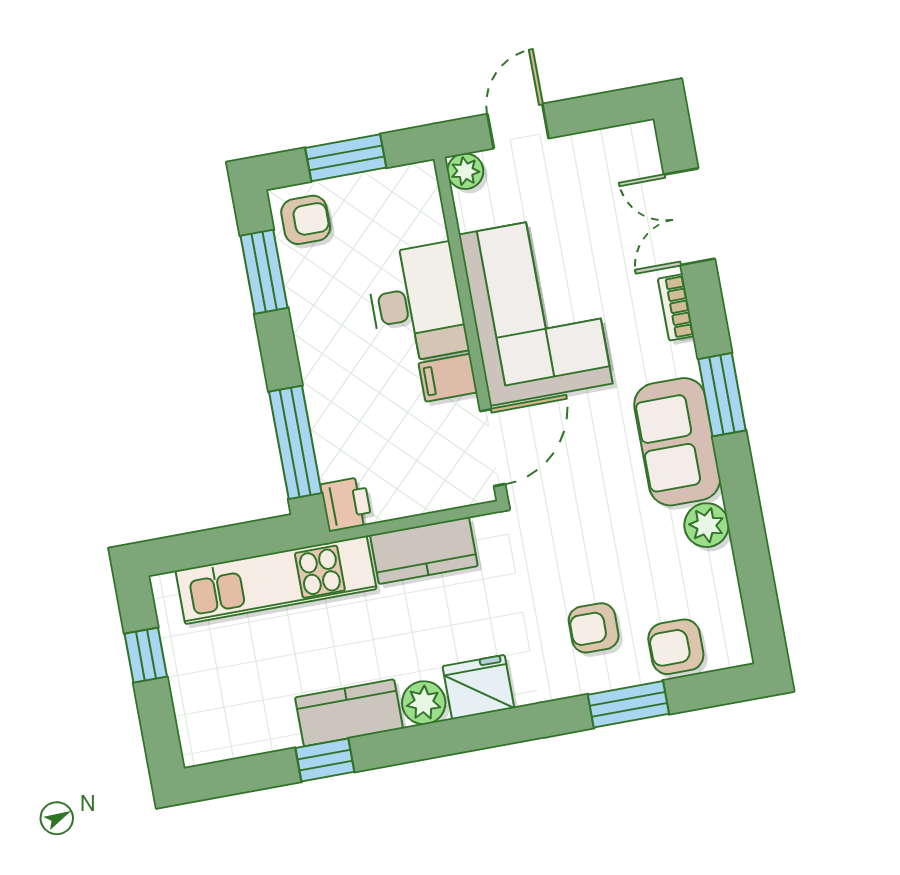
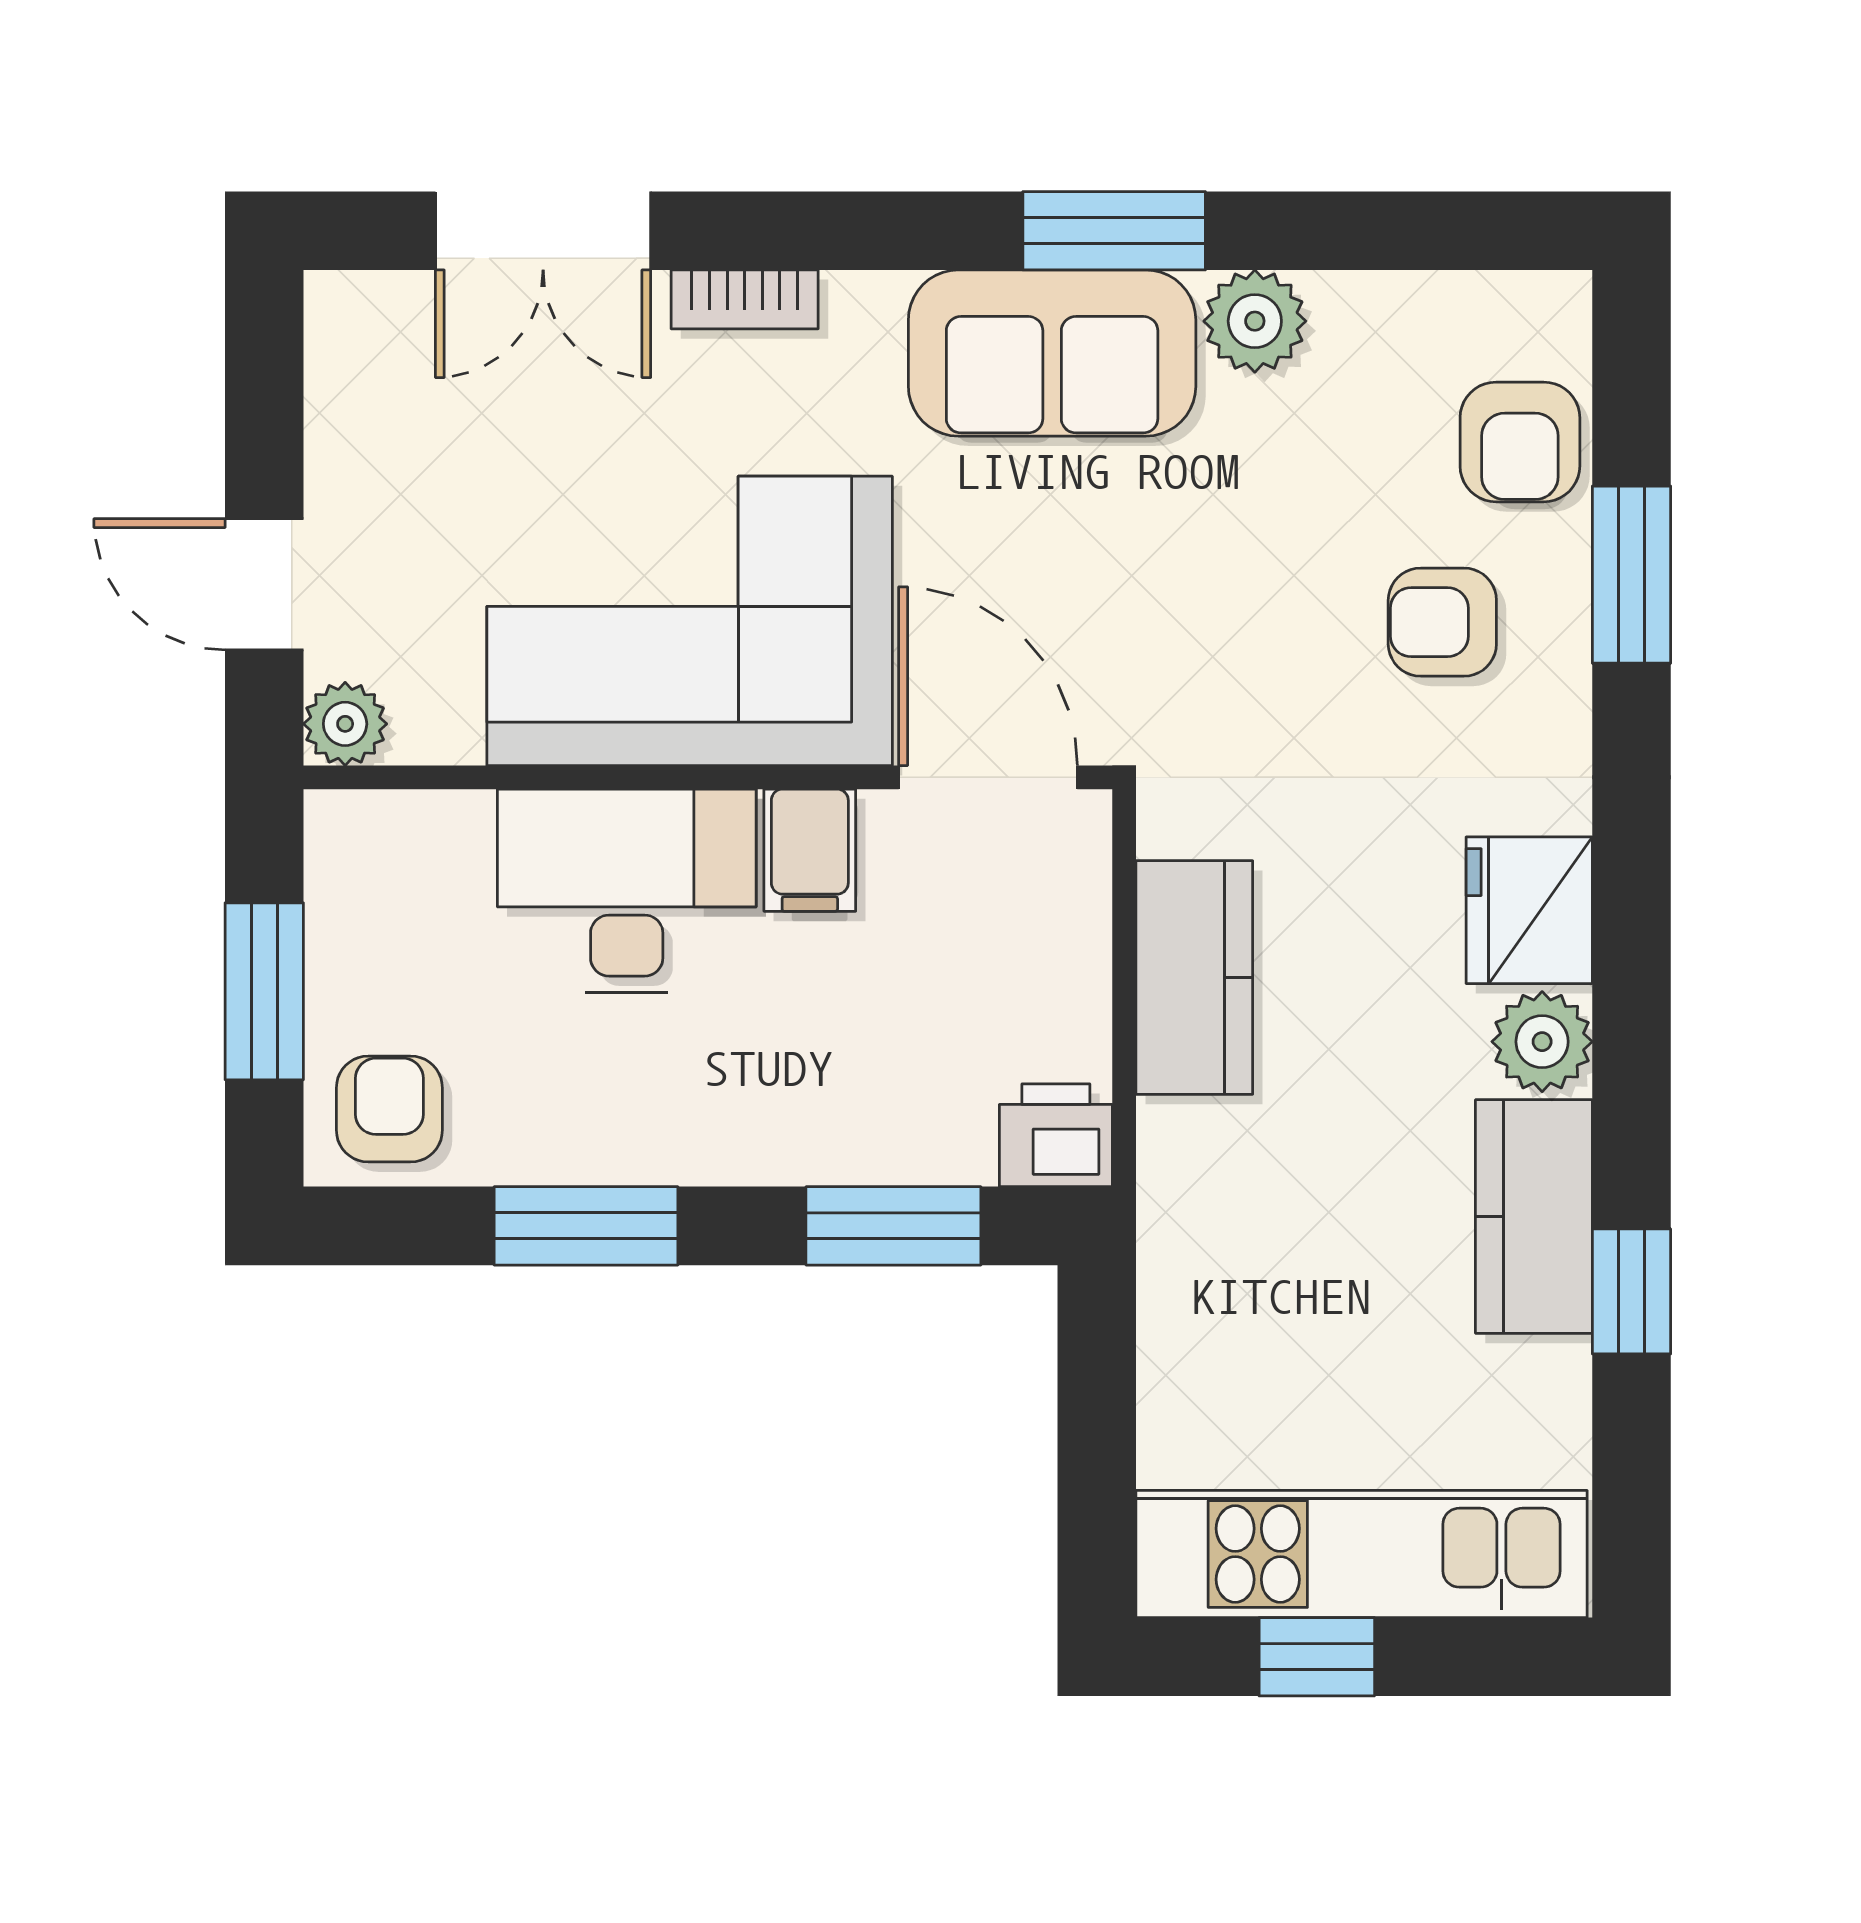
window: (264, 272) -> (586, 1226), moved
window: (722, 395) -> (1114, 231), moved
window: (295, 442) -> (893, 1226), width x0.69
kitchen unit: (276, 580) -> (1362, 1554), moved, turned -90
armchair: (594, 628) -> (1442, 622), turned 90

